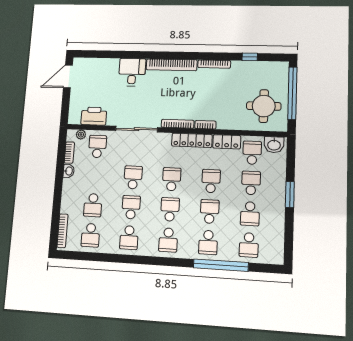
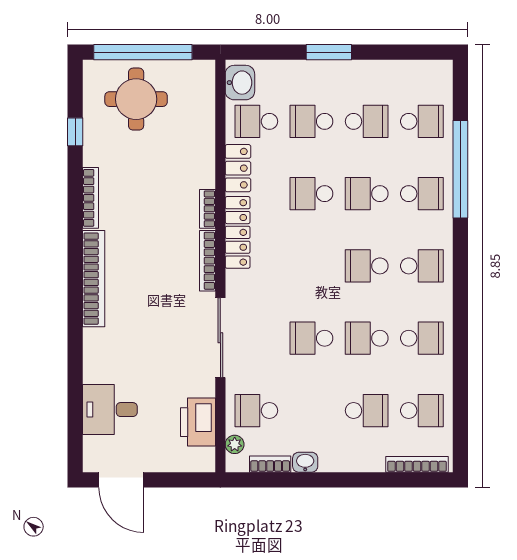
desk: (132, 72) -> (110, 410), moved
round table: (264, 106) -> (136, 99), moved
school desk: (172, 179) -> (311, 266), removed

